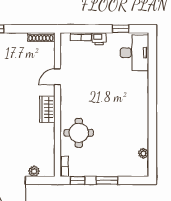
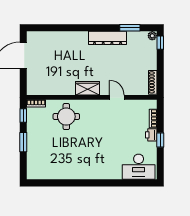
window: (121, 29) -> (160, 140), moved
plant: (143, 153) -> (48, 175), removed
plant: (34, 171) -> (32, 76), removed

